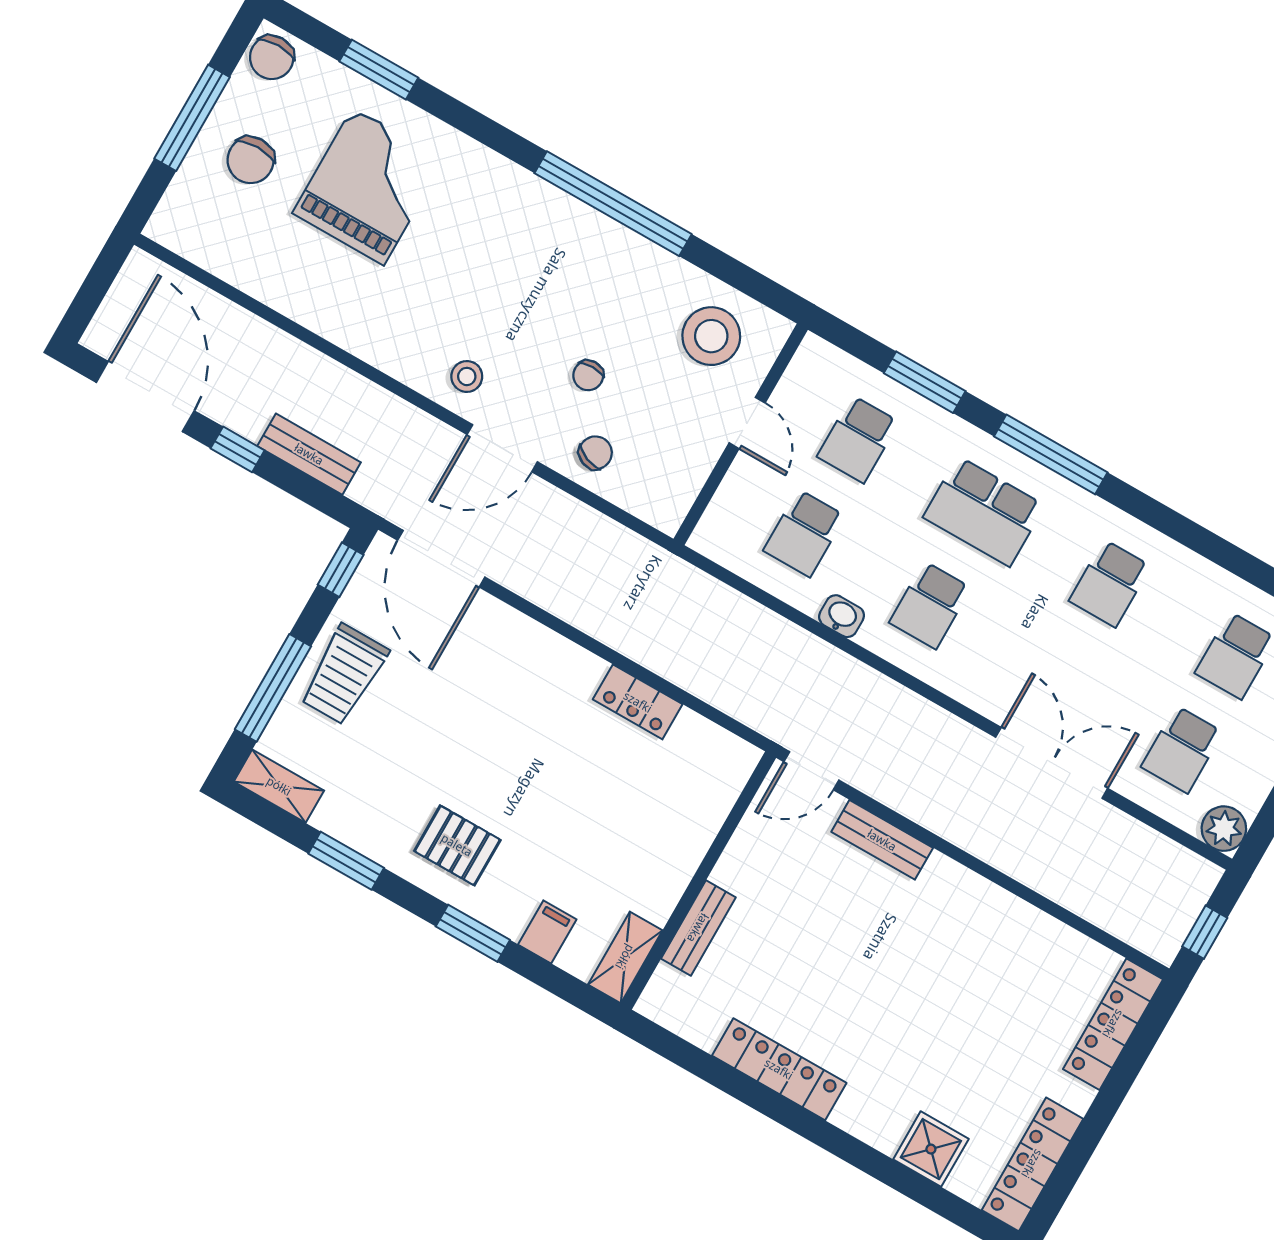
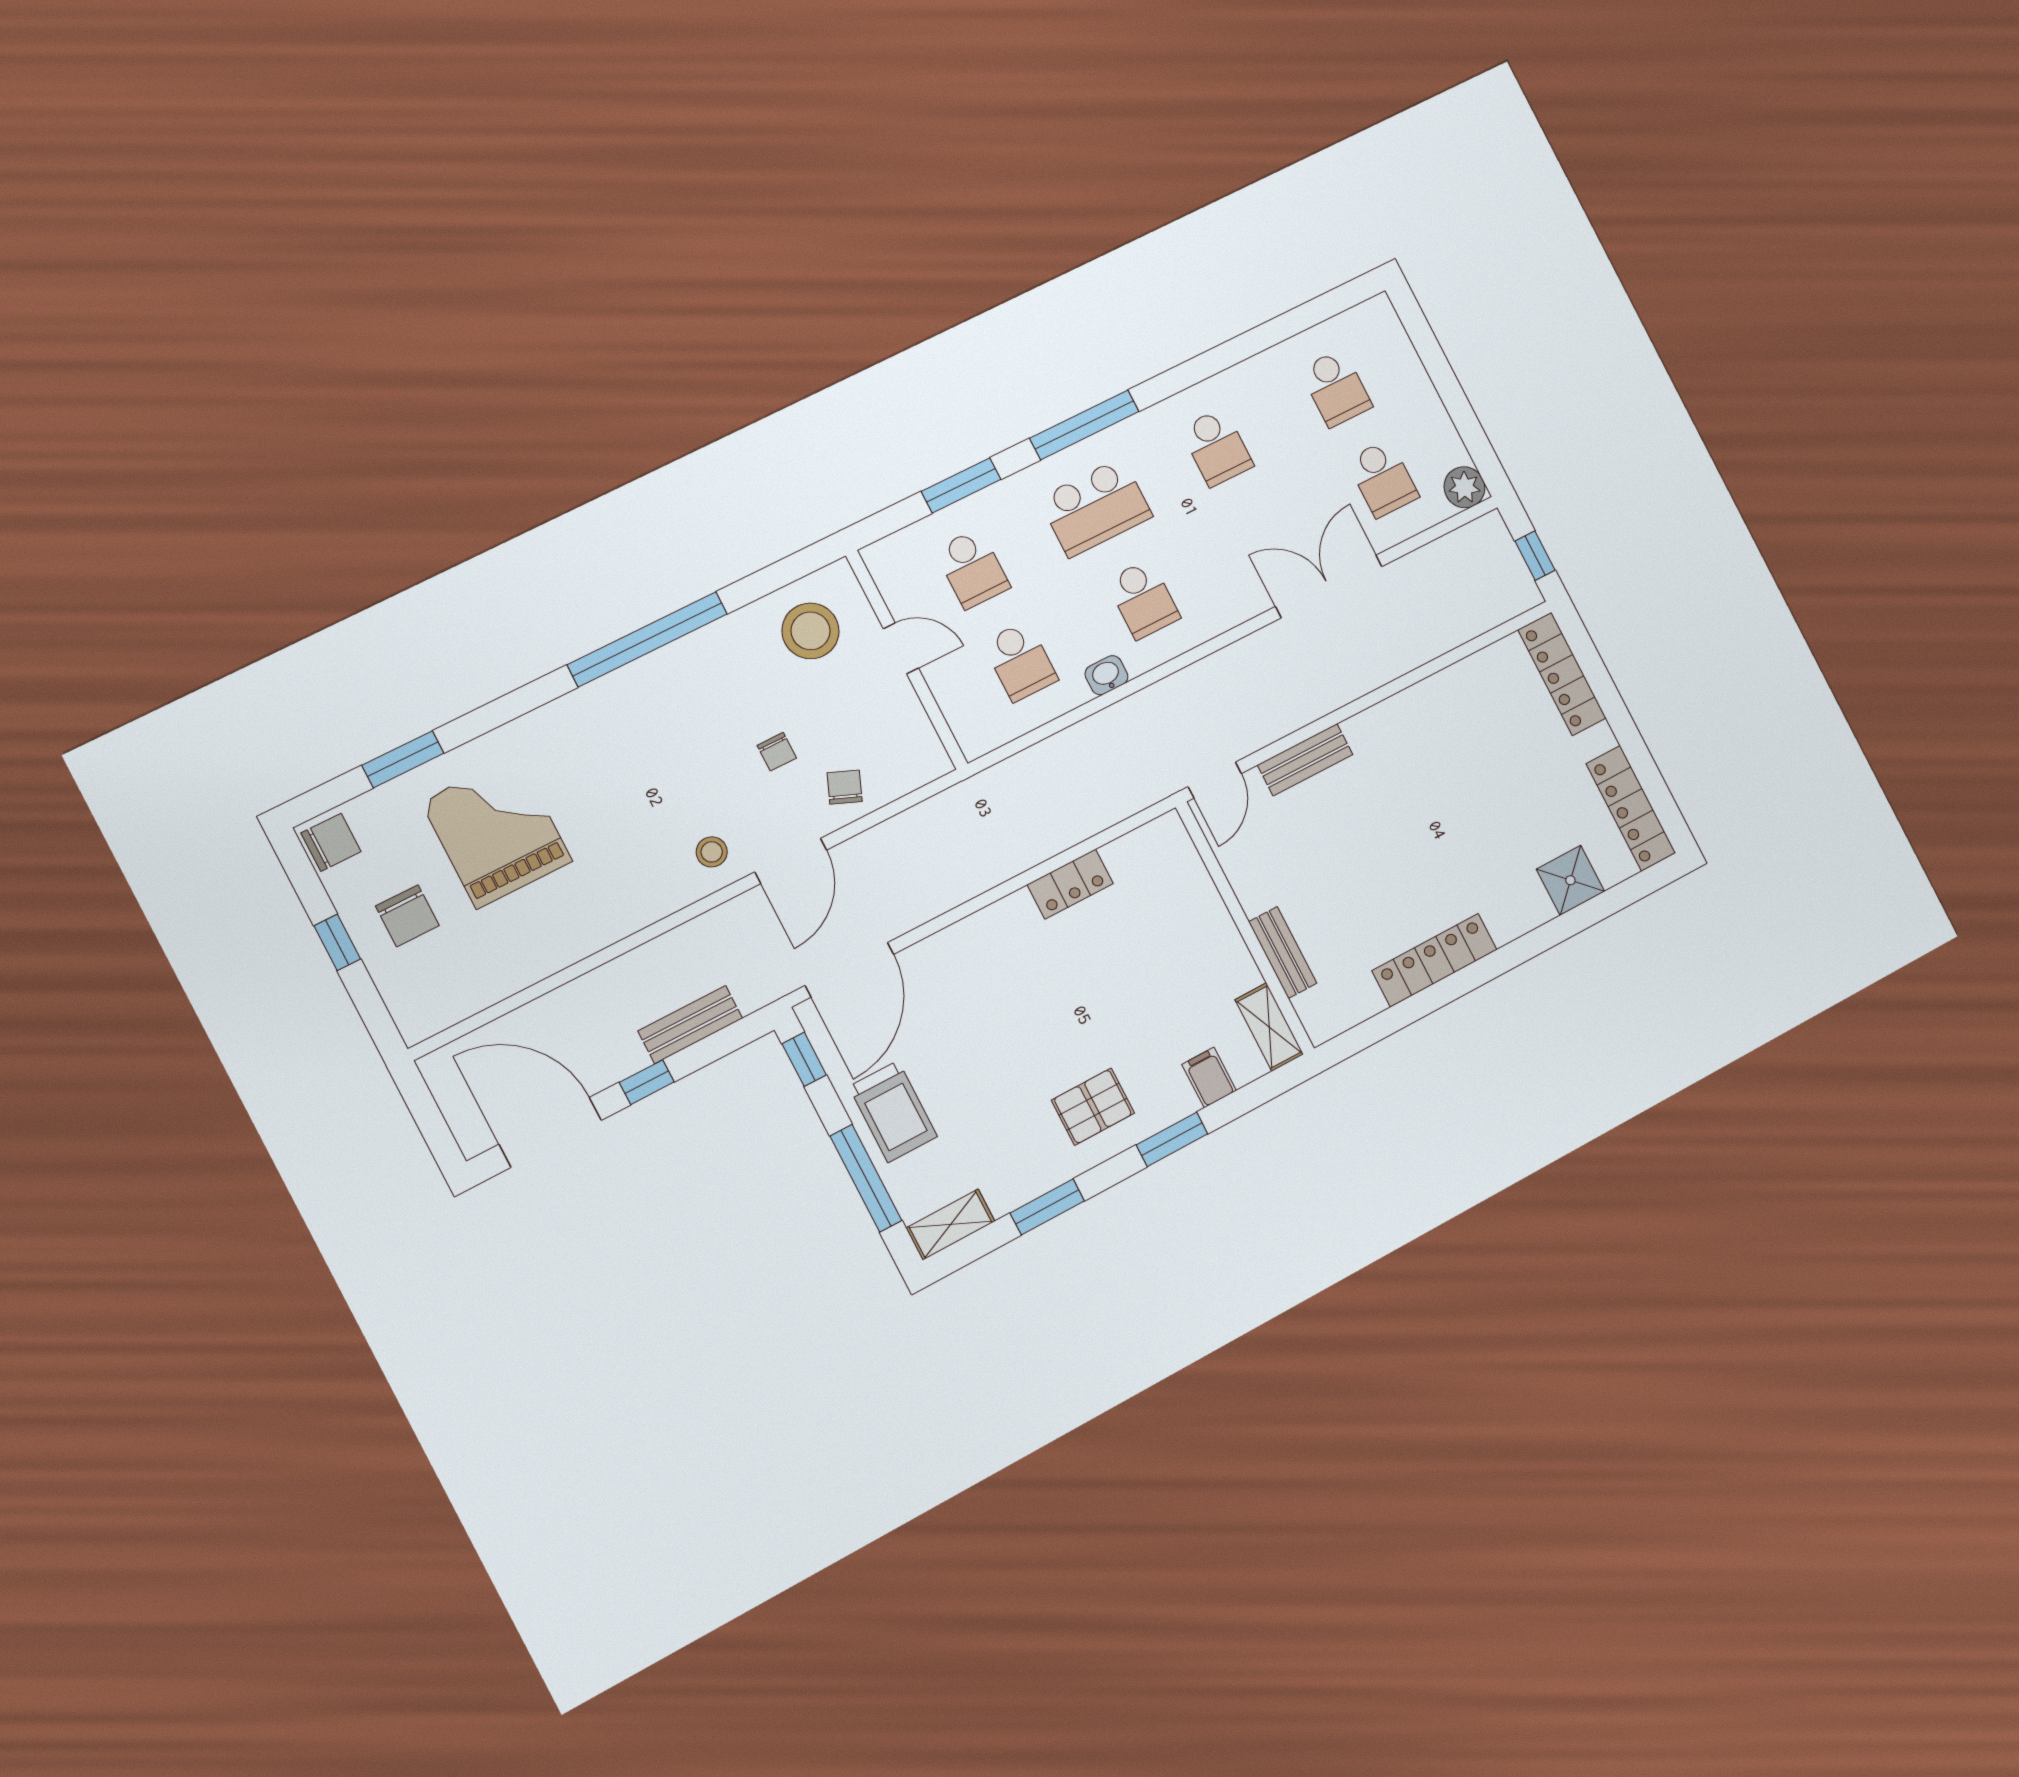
chair: (272, 57) -> (331, 842), turned -90
window: (192, 118) -> (337, 942), width x0.46
door: (441, 559) -> (849, 970), hinge flipped

